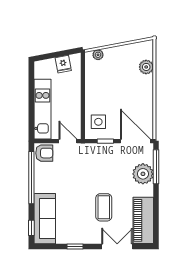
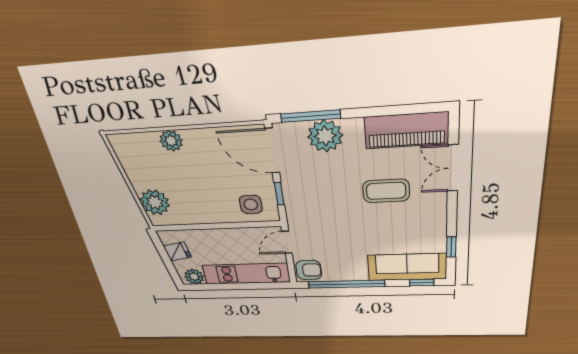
plant: (98, 55) -> (155, 202), width x1.88, depth x1.88
plant: (146, 67) -> (171, 141), moved
plant: (41, 71) -> (194, 277), added
door: (135, 141) -> (272, 151), hinge flipped
armchair: (44, 153) -> (309, 270), turned 90
window: (75, 246) -> (451, 247), moved

